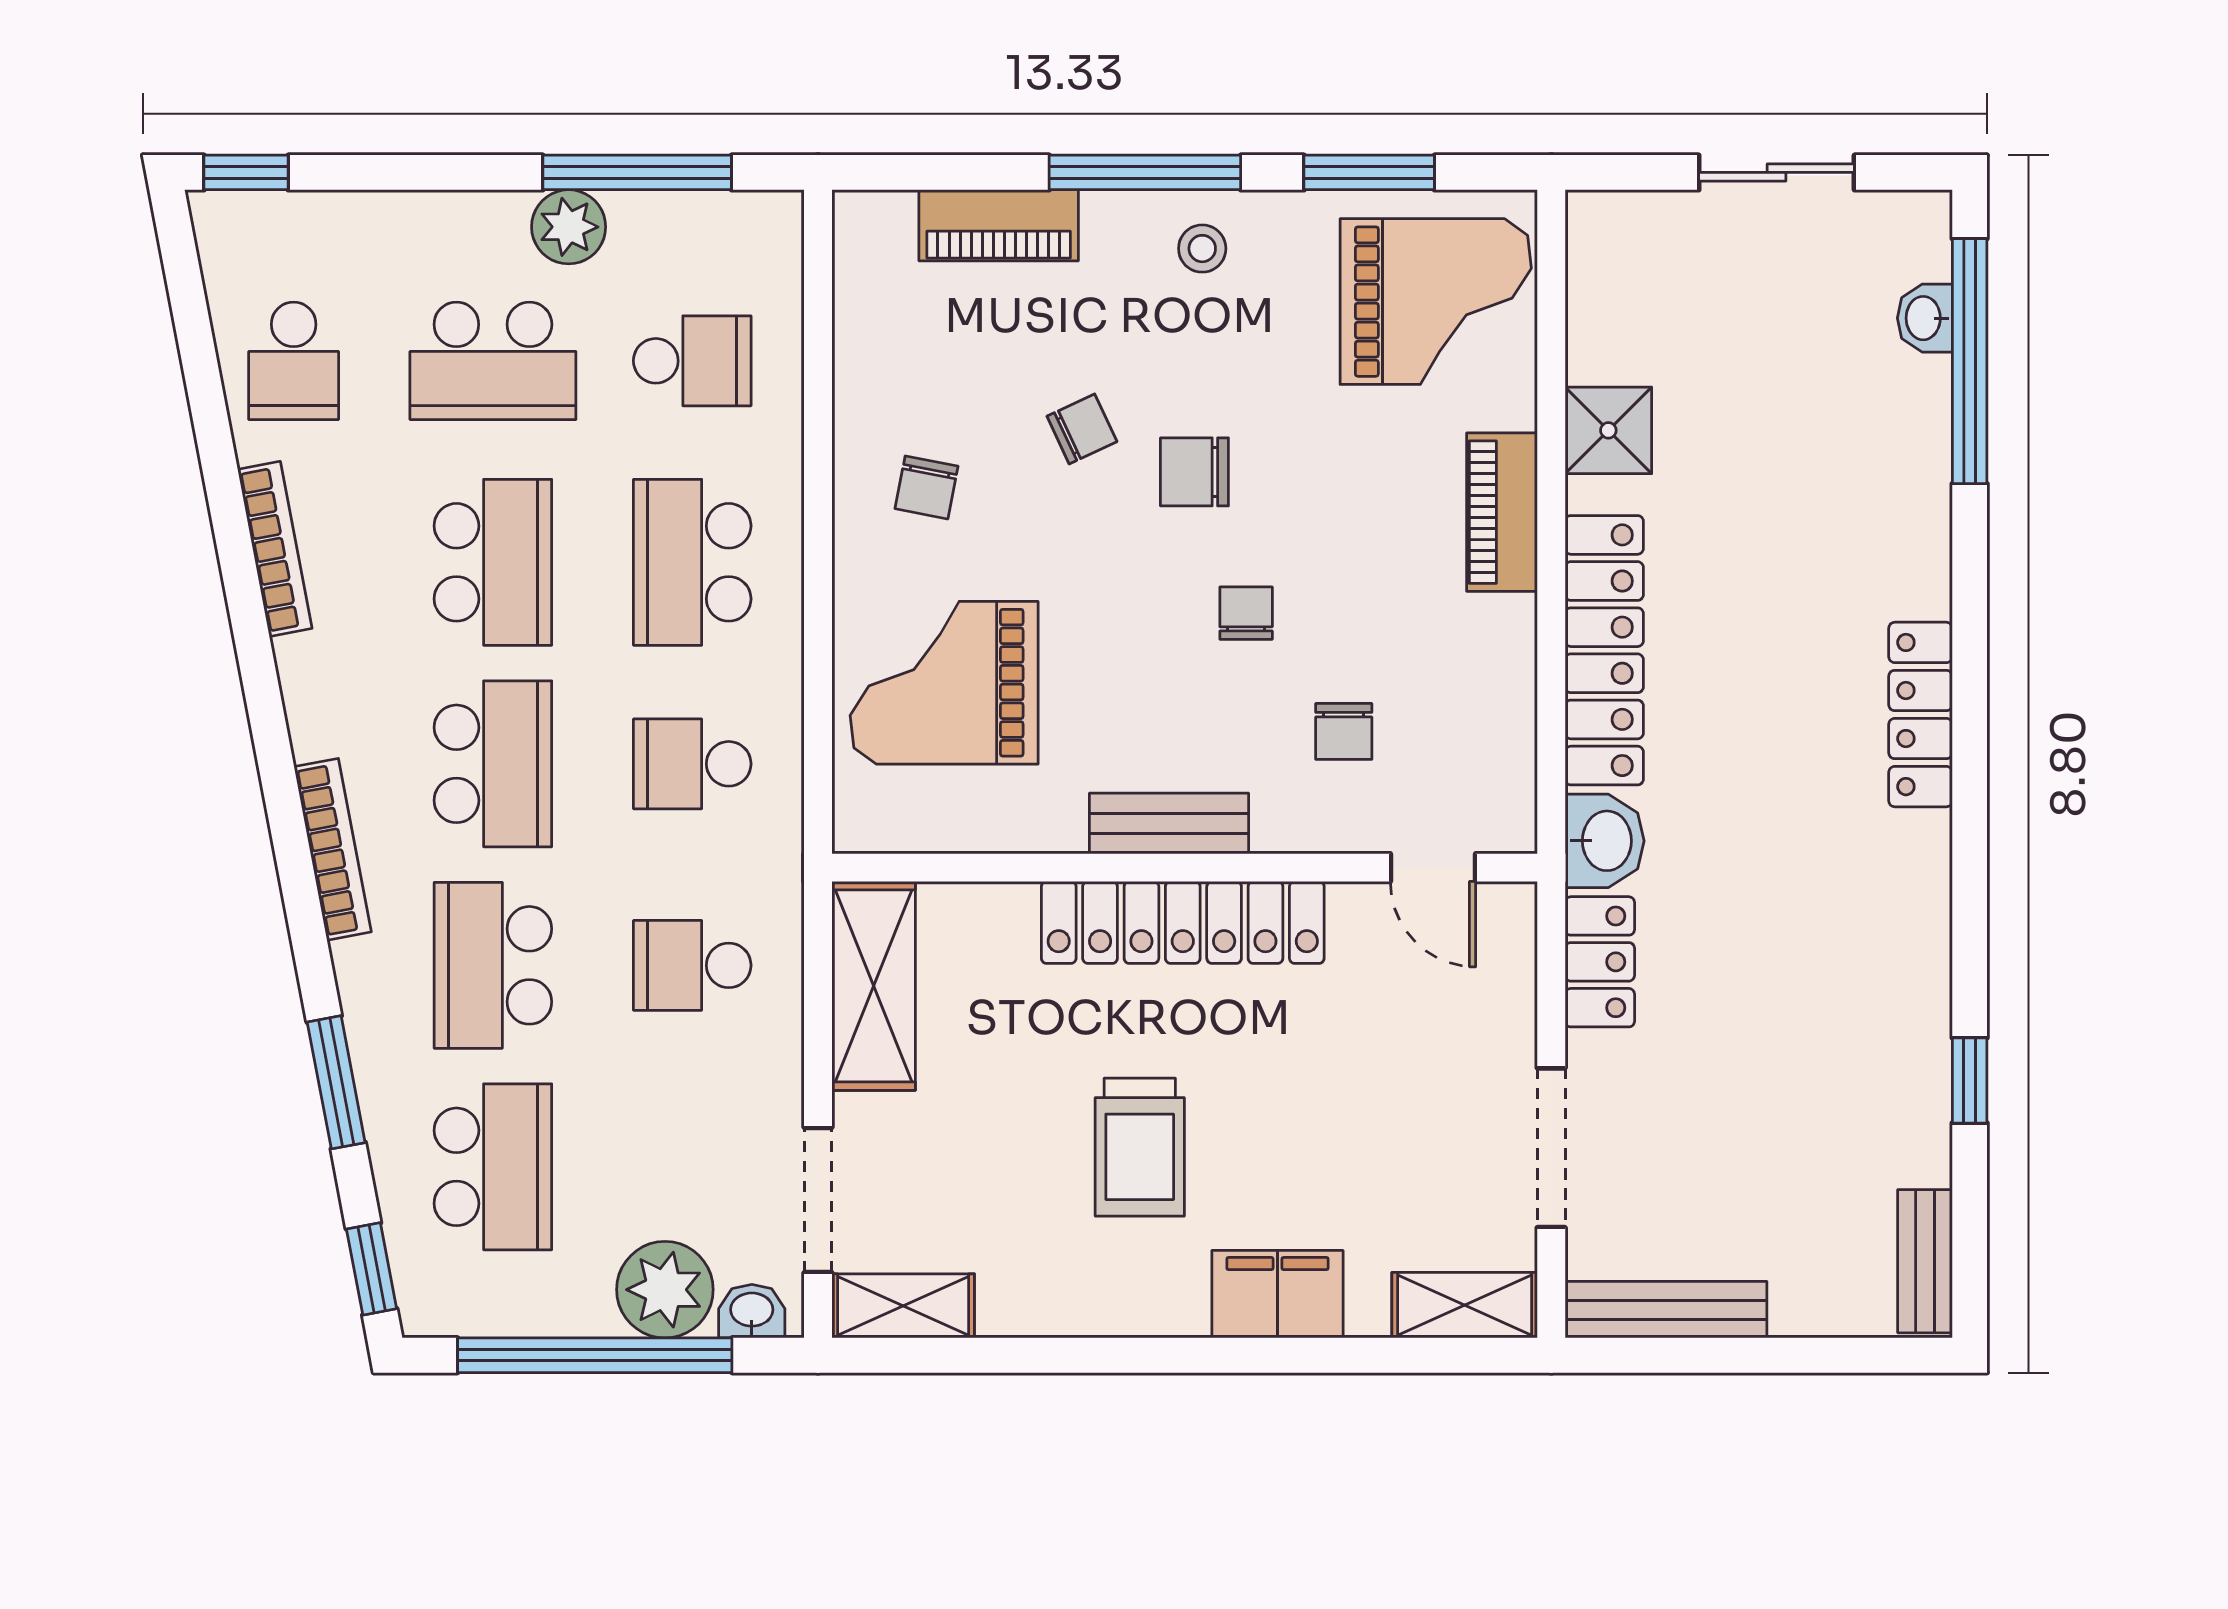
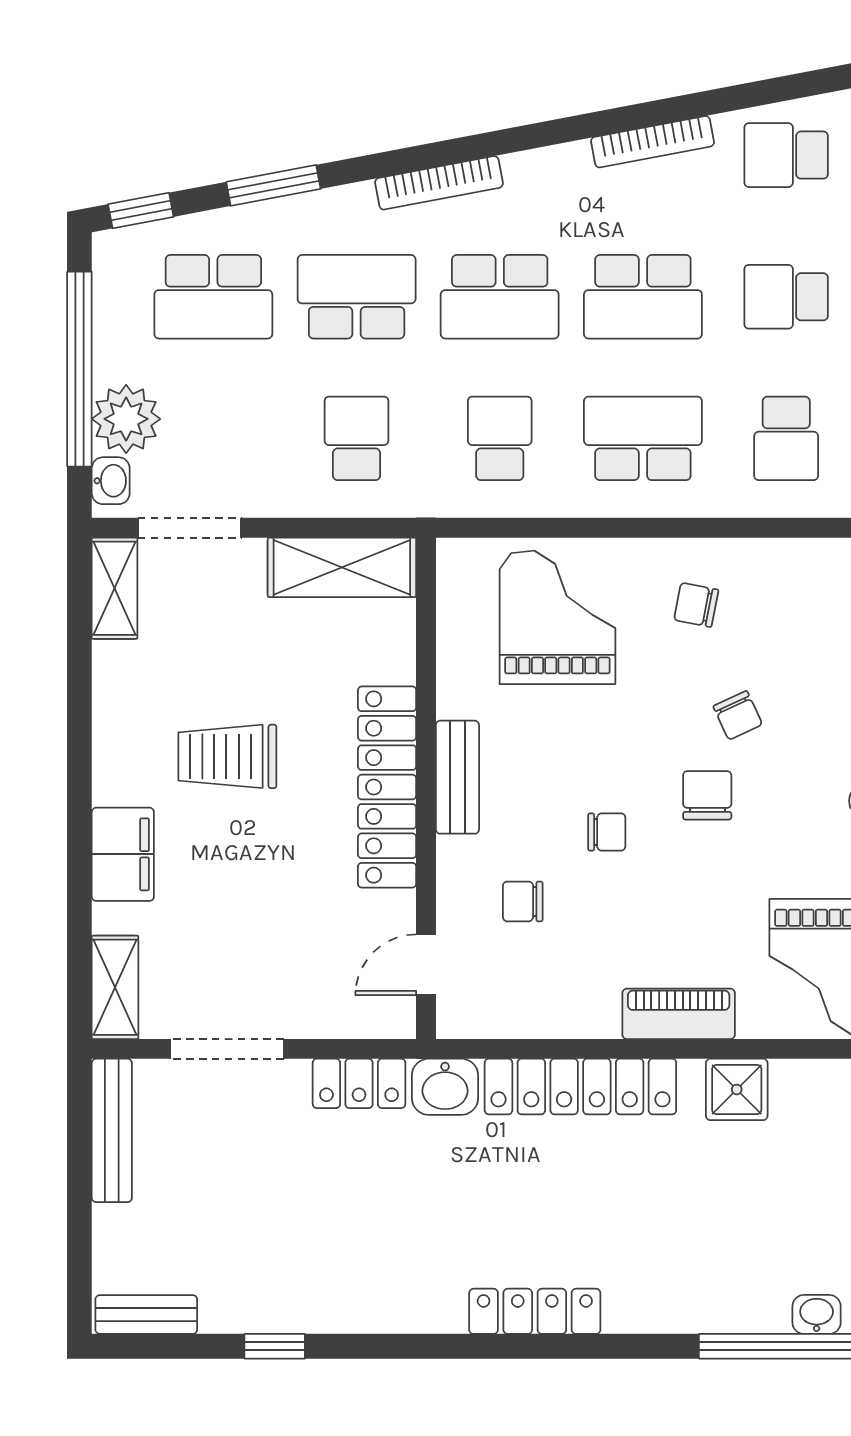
school desk: (493, 361) -> (786, 297), width x0.54

